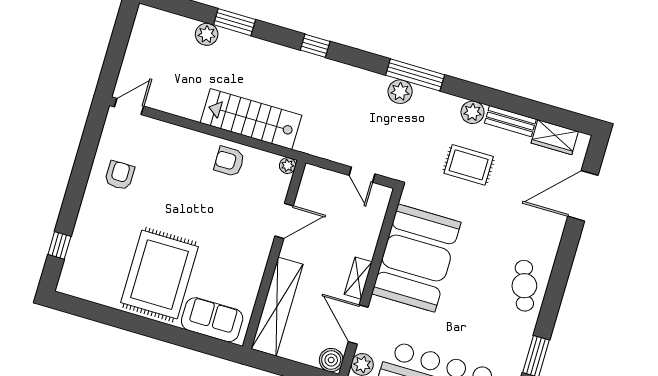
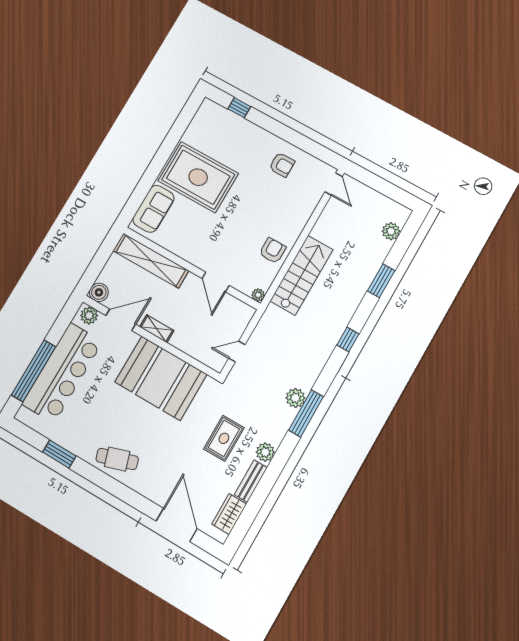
plant: (207, 34) -> (391, 231), moved

